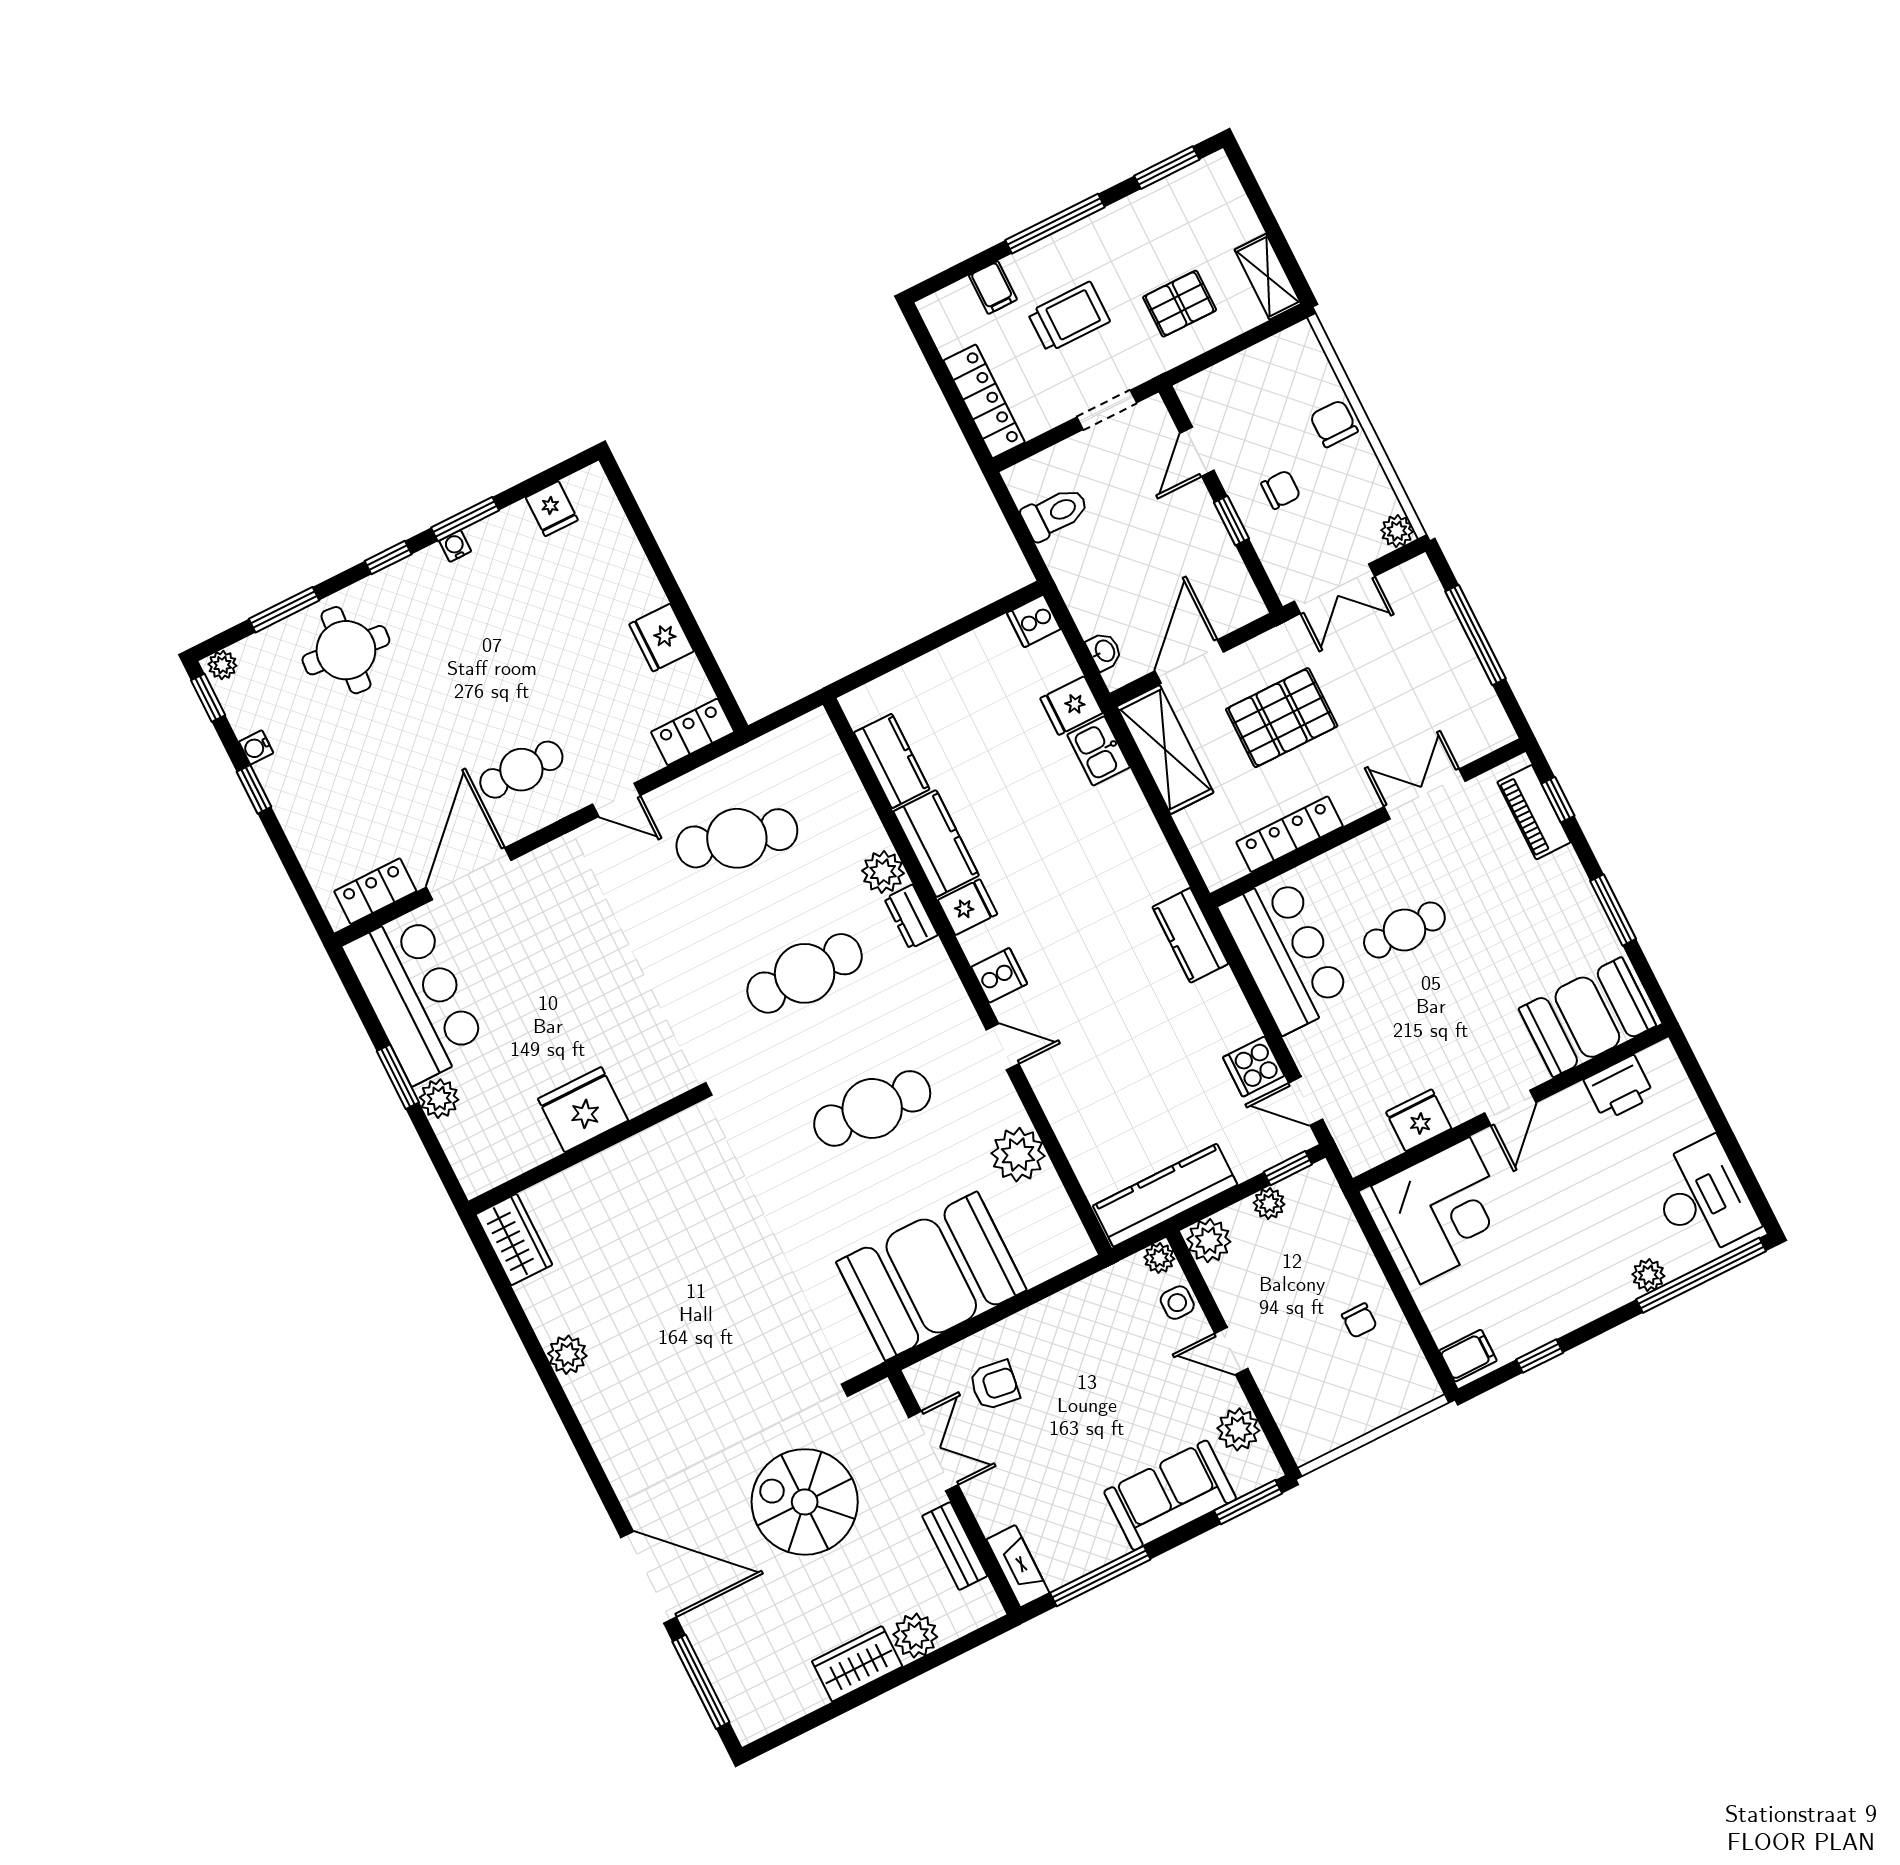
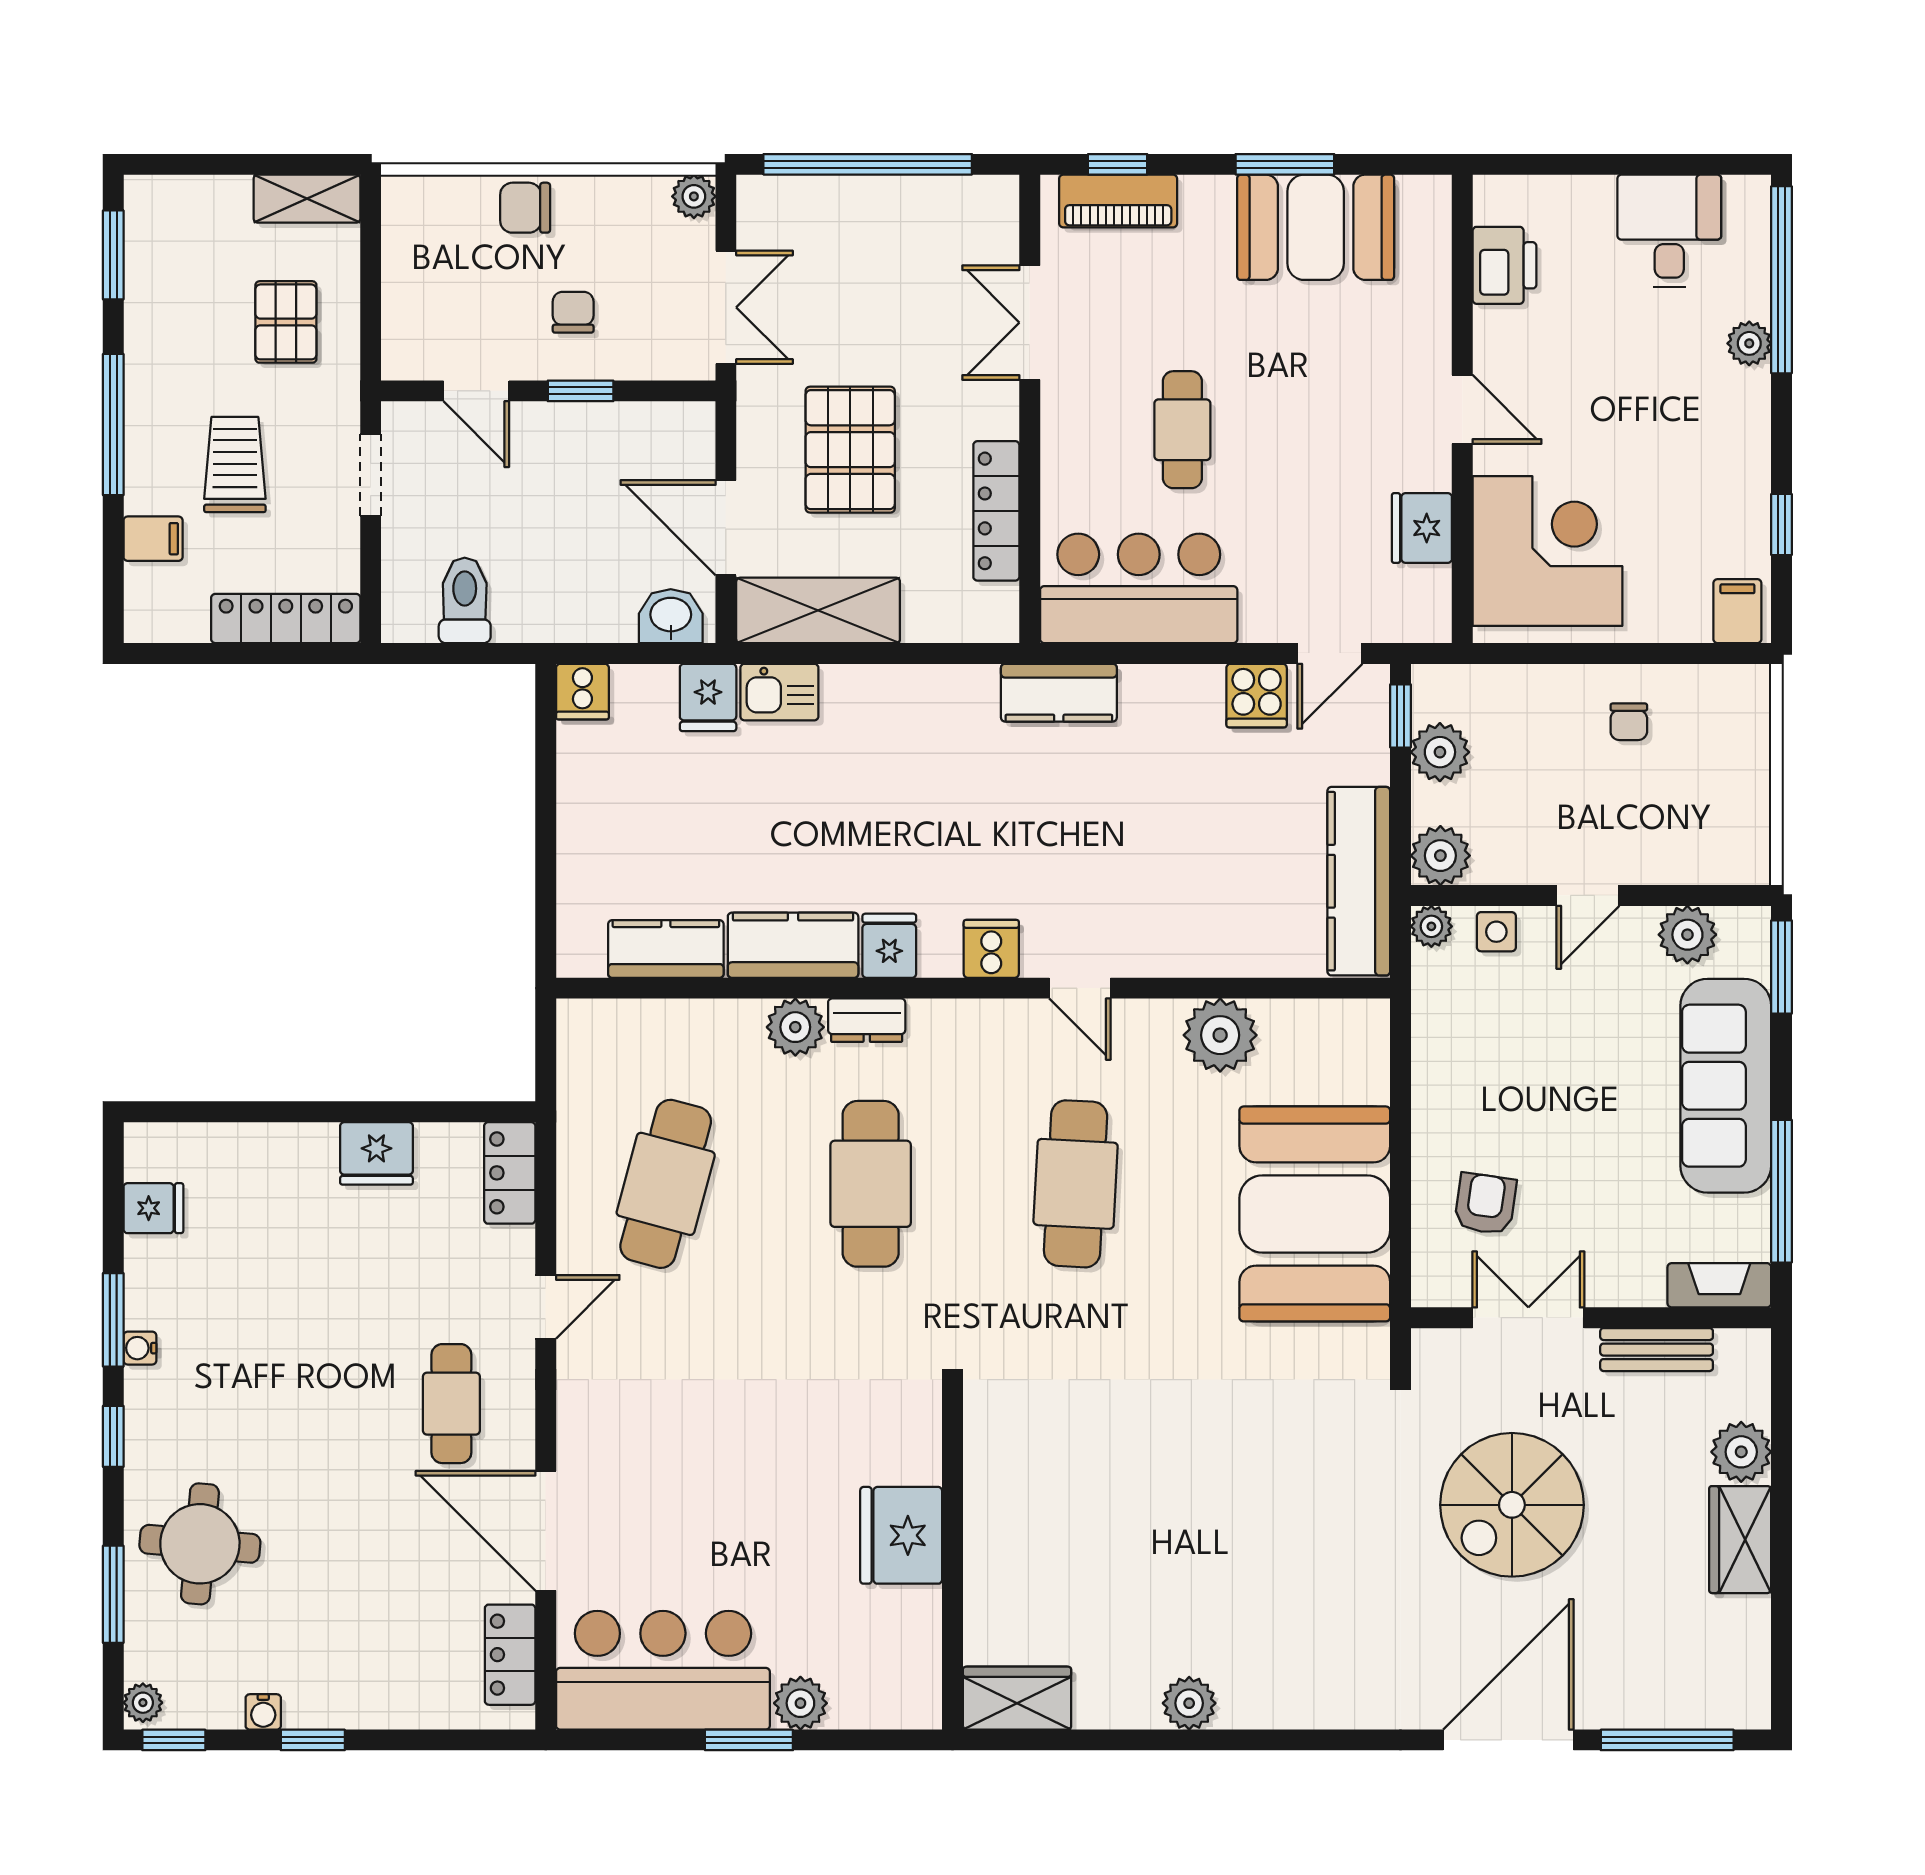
window: (1475, 635) -> (868, 164), width x1.46
washbasin: (1104, 651) -> (671, 616), width x1.38, depth x1.45
booth: (1587, 1017) -> (1316, 227), moved, turned 90
door: (1003, 1047) -> (1080, 988), swing flipped
desk: (1703, 1198) -> (1669, 231), width x0.73
plant: (1269, 1203) -> (1440, 752), width x1.38, depth x1.38
chair: (1359, 1321) -> (1629, 722), turned 90
sofa: (1170, 1495) -> (1726, 1086), width x1.36

